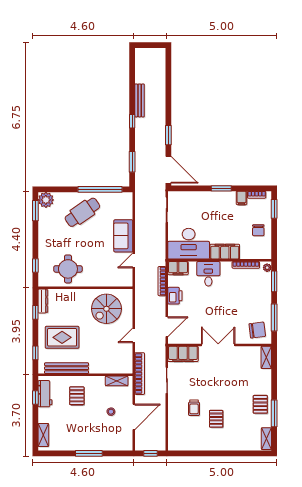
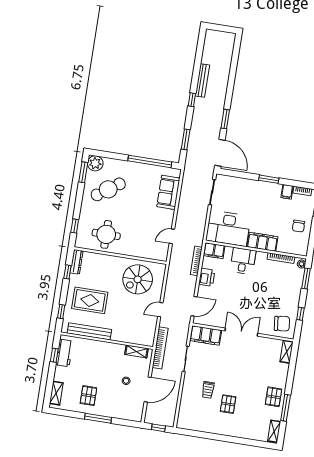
cafe table: (82, 212) -> (108, 189), moved
sofa: (123, 236) -> (168, 192), moved
window: (274, 317) -> (300, 314), width x0.46
pallet: (77, 396) -> (88, 396), moved

